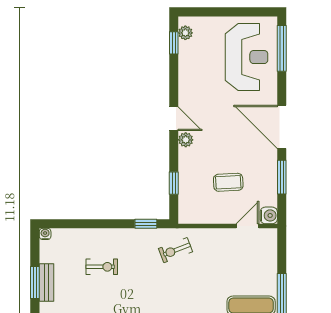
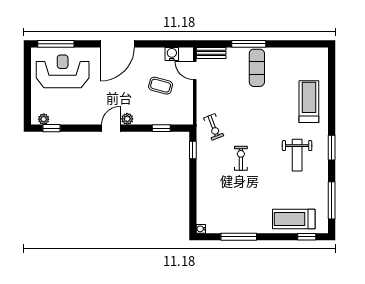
window: (282, 177) -> (156, 44), removed
coffee table: (228, 182) -> (161, 86), turned -72
water cooler: (269, 215) -> (172, 54), moved
exercise bike: (102, 267) -> (241, 158), moved
window: (35, 282) -> (239, 237), width x1.44
bench: (47, 283) -> (211, 53), moved

